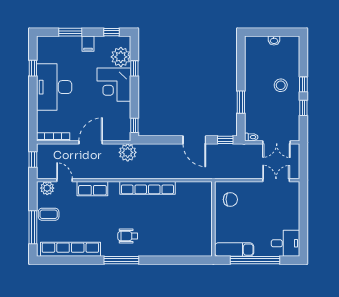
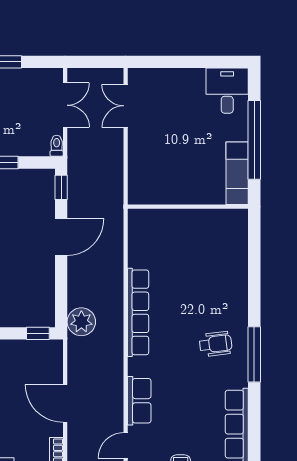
plant: (128, 152) -> (81, 322), moved
chair: (230, 199) -> (157, 179), removed
wheelchair: (128, 236) -> (216, 344), turned -97

